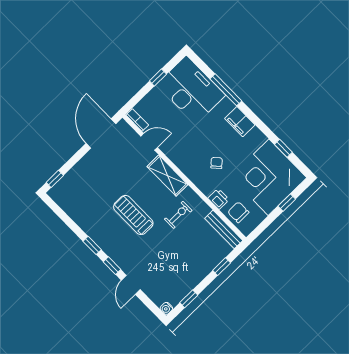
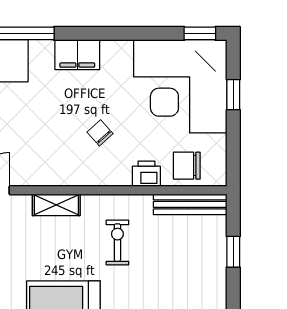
window: (283, 148) -> (200, 33), moved
shelving: (167, 176) -> (56, 205), width x0.67, depth x0.75

